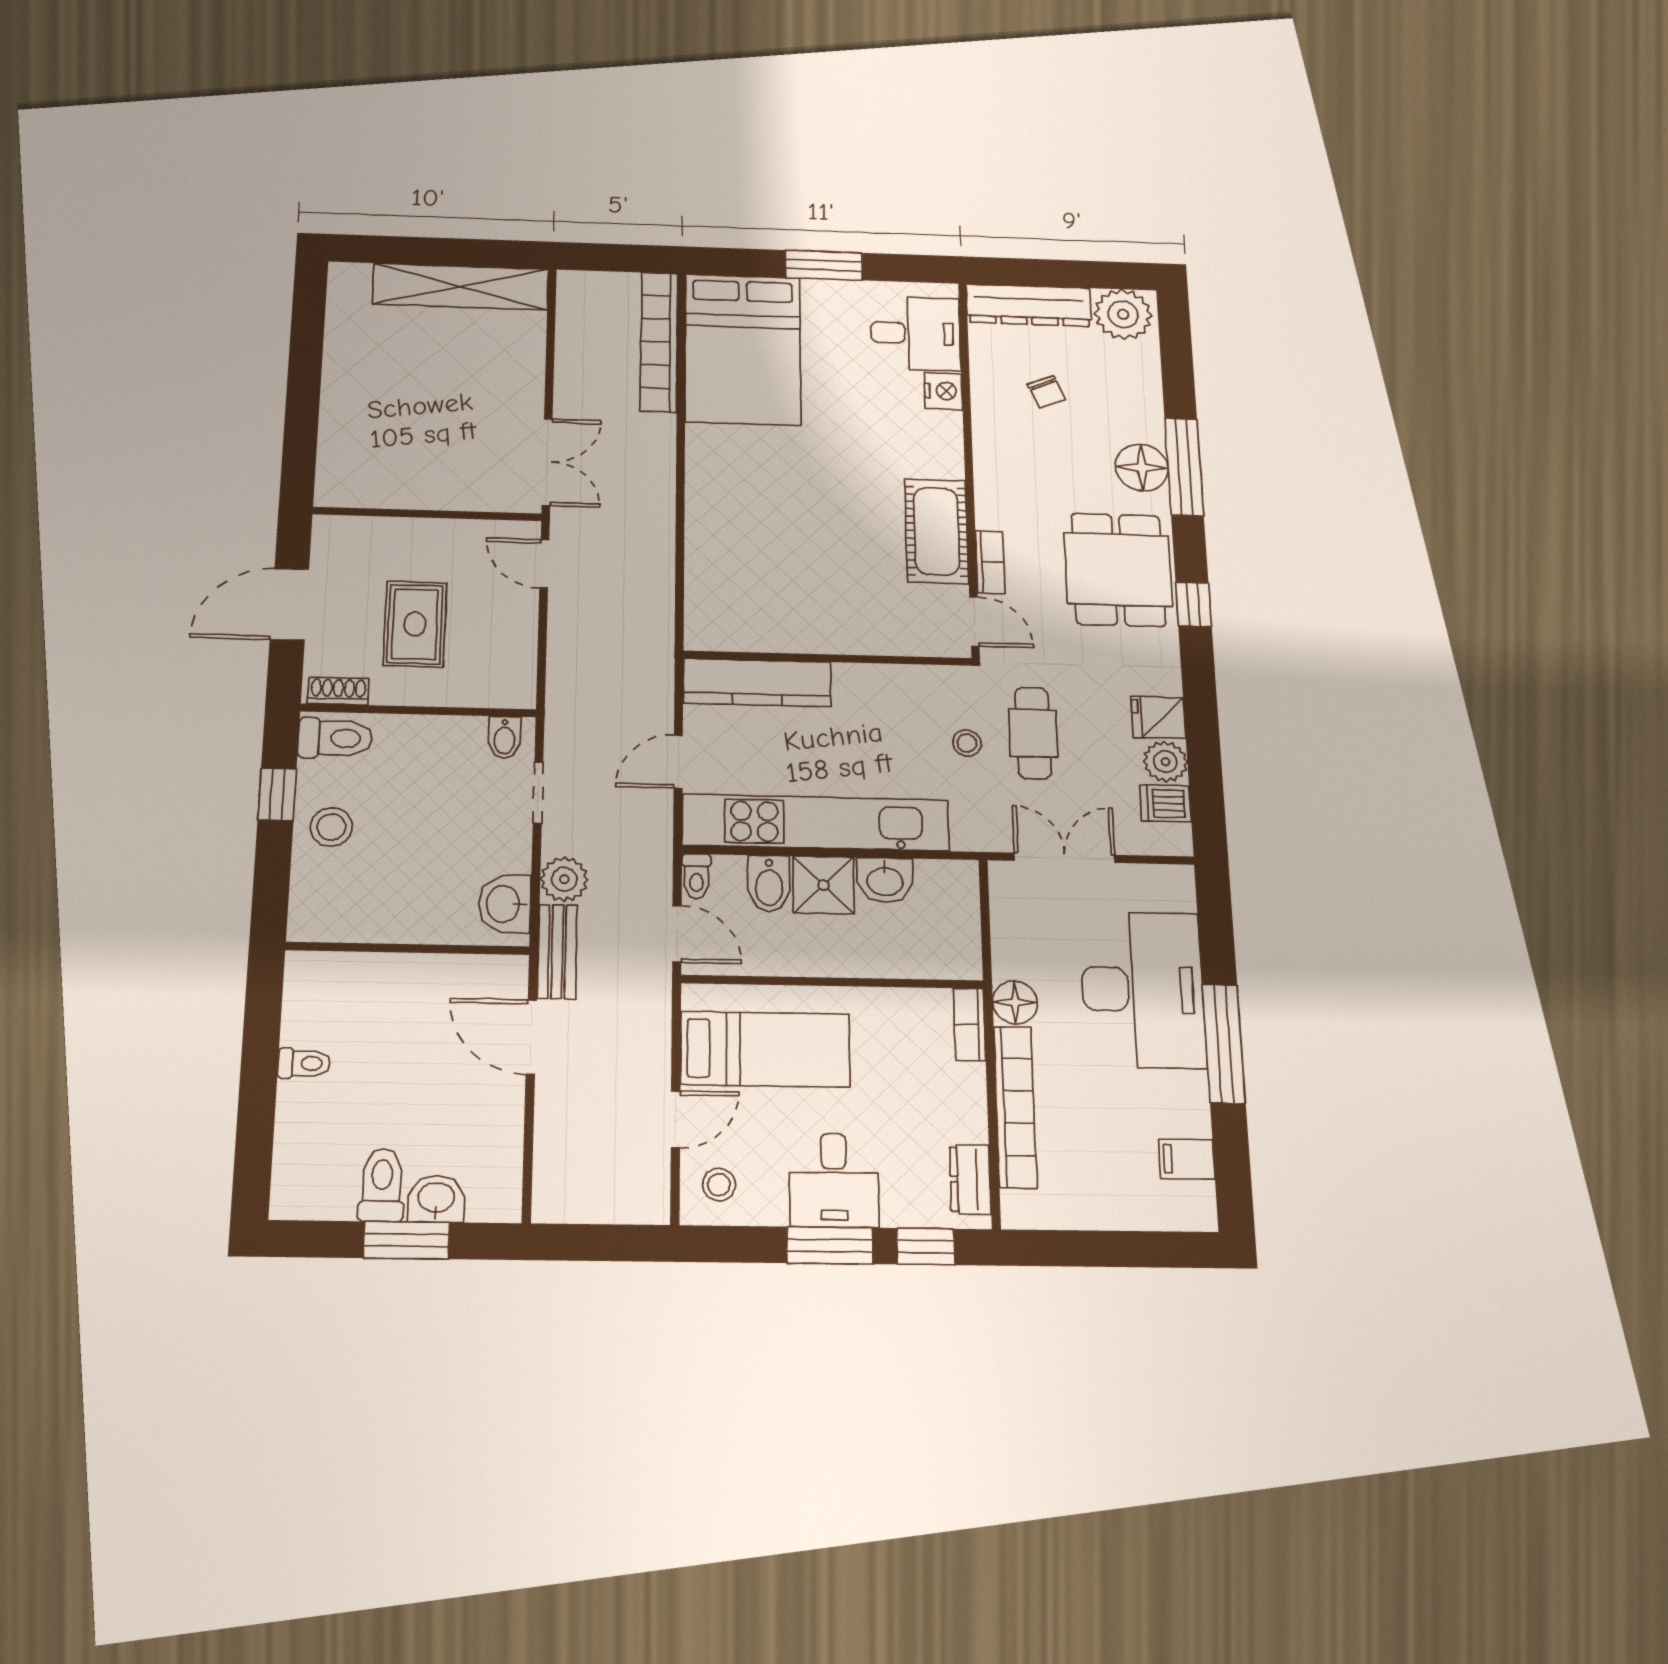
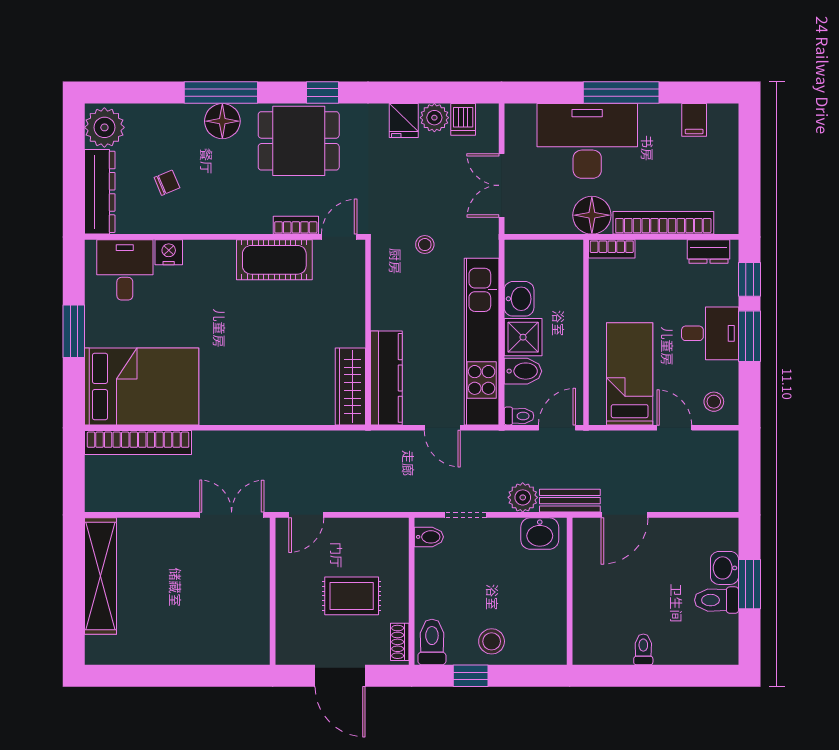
wardrobe: (744, 631) -> (350, 386), added
cafe table: (1033, 733) -> (417, 202), removed
floor lamp: (1015, 1002) -> (592, 215), width x1.38, depth x1.38

